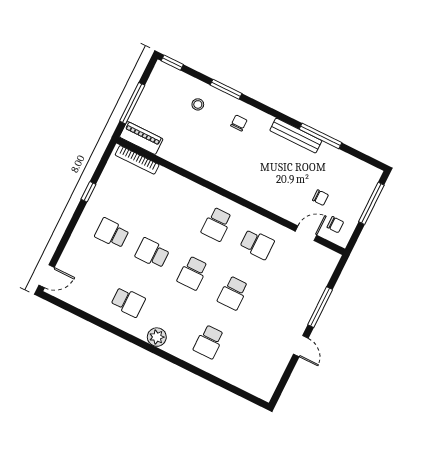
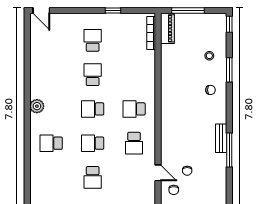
bench: (296, 136) -> (221, 138), width x0.73
school desk: (128, 302) -> (93, 177), moved

